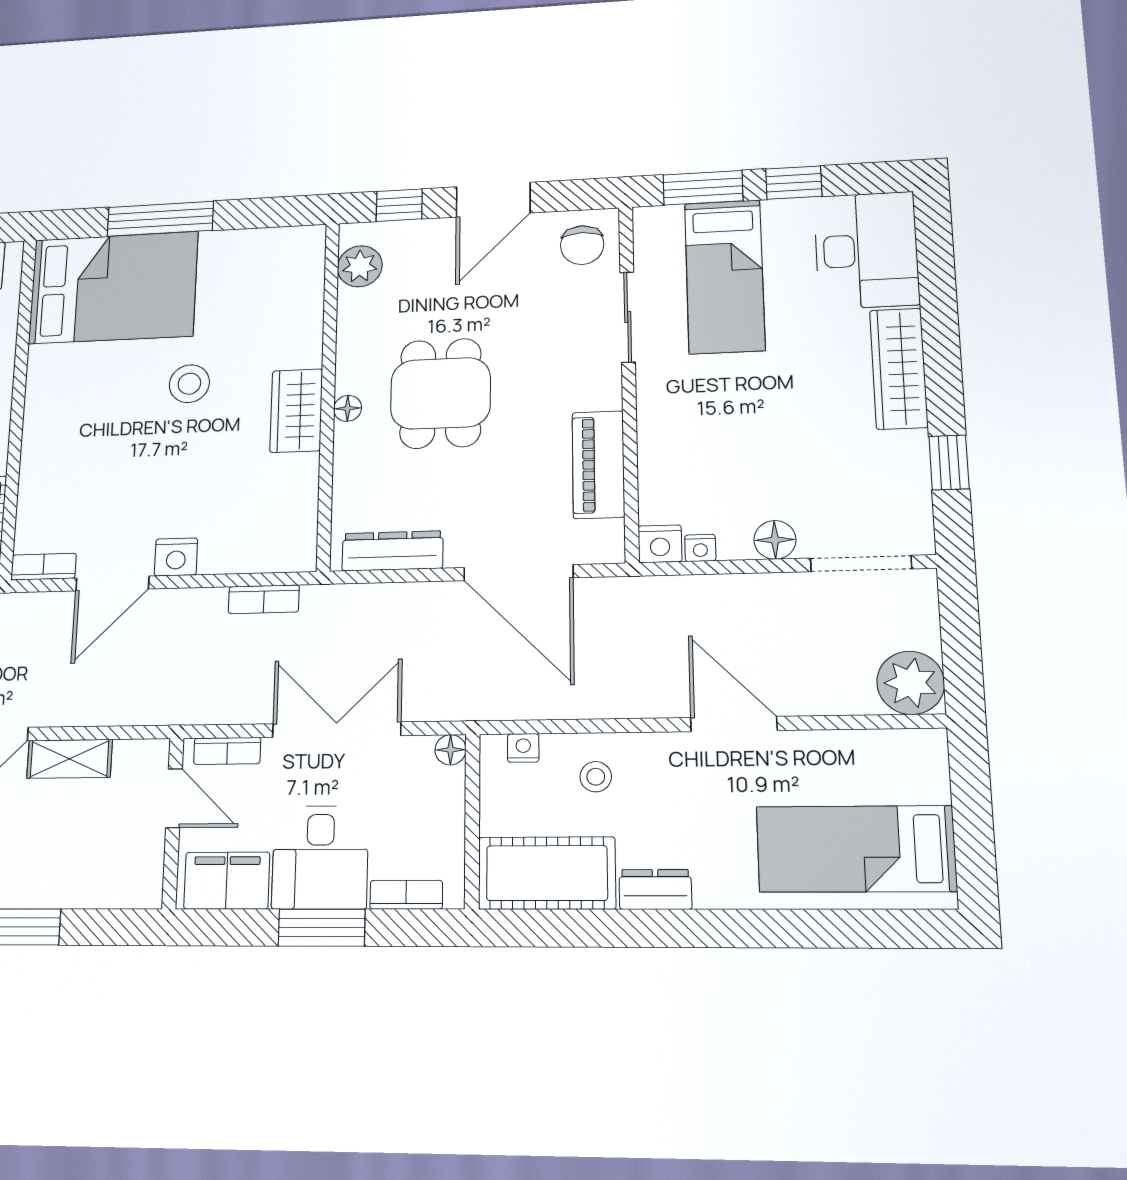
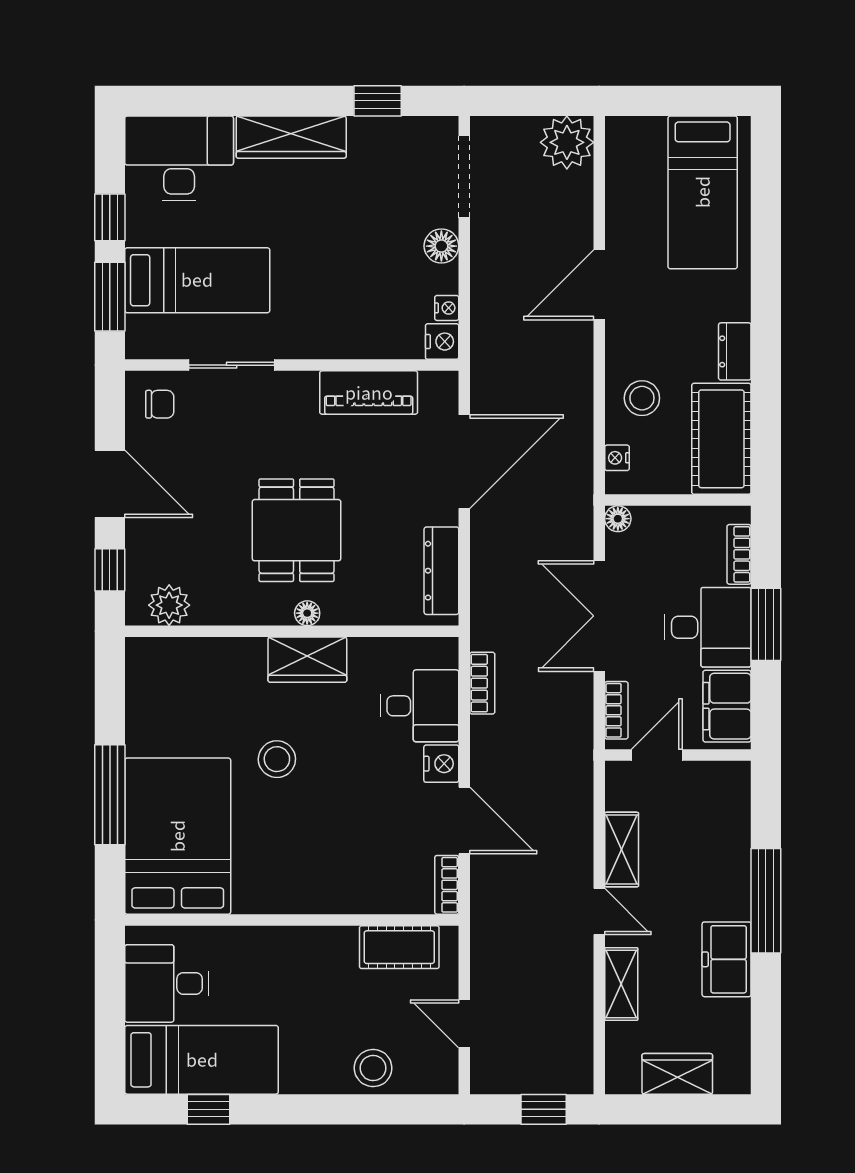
chair: (582, 245) -> (160, 404), width x0.73, depth x0.73
dining table: (441, 393) -> (297, 530), turned 90
desk: (241, 532) -> (420, 706), added
stool: (596, 777) -> (642, 398), width x1.37, depth x1.37

